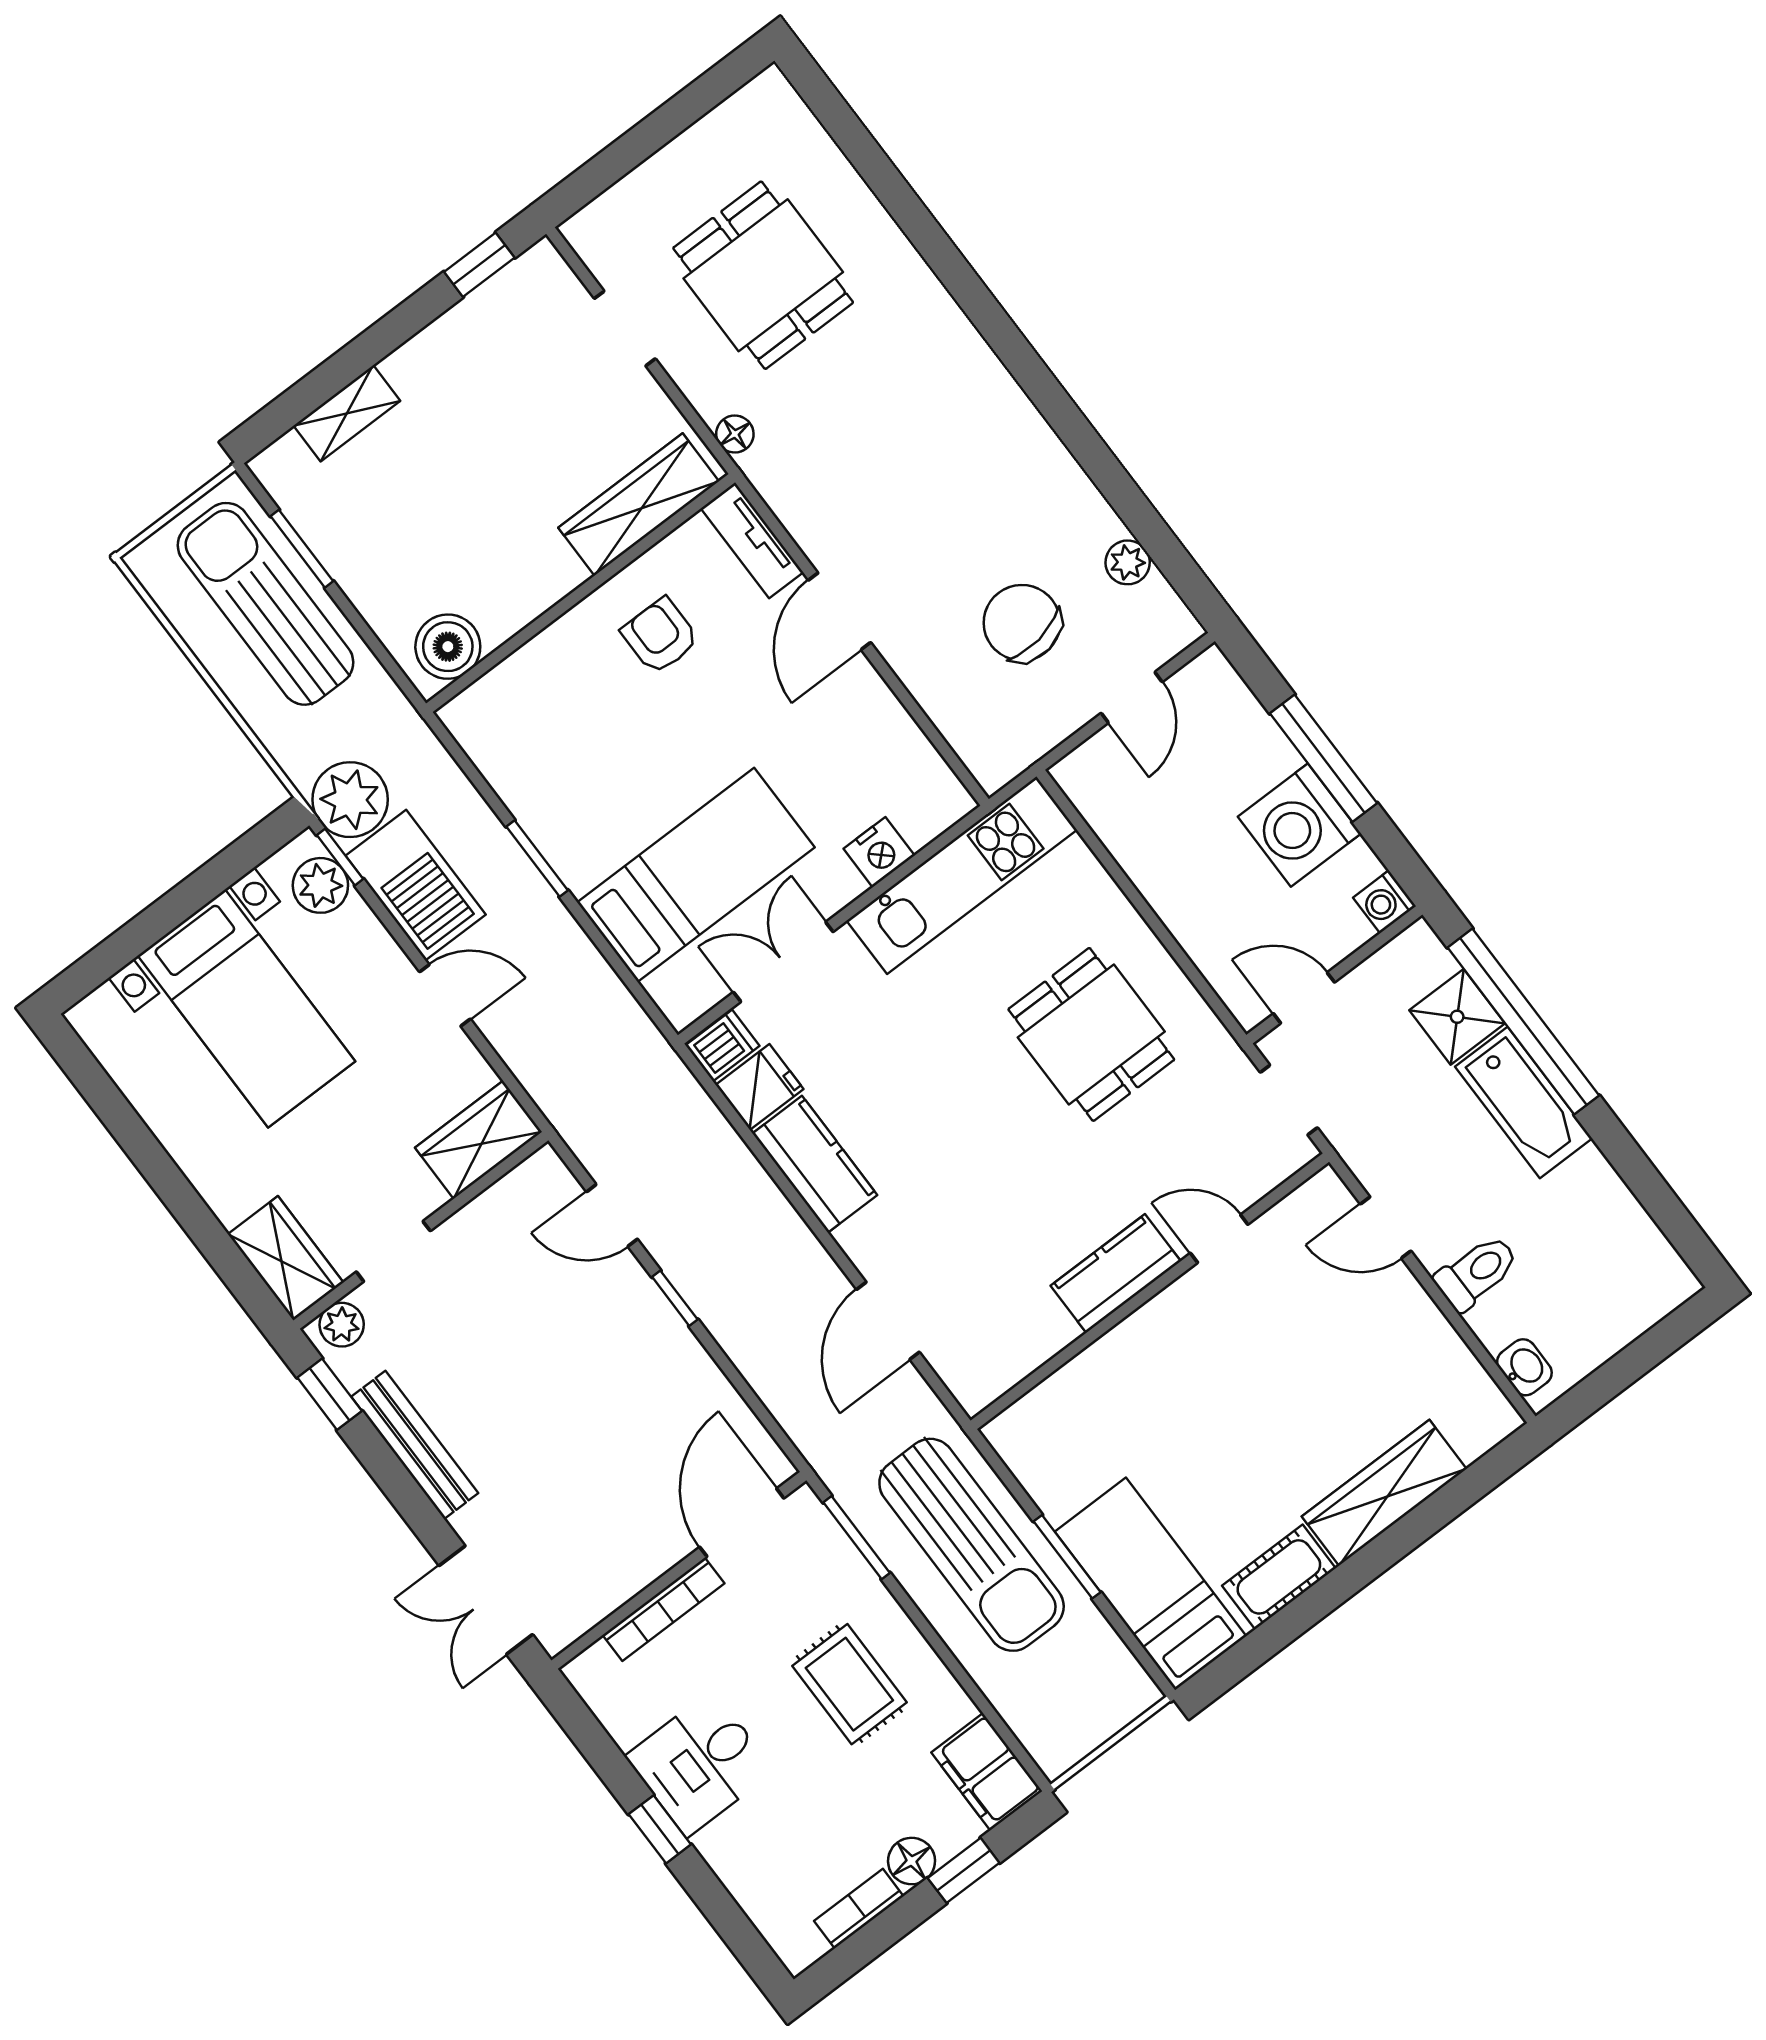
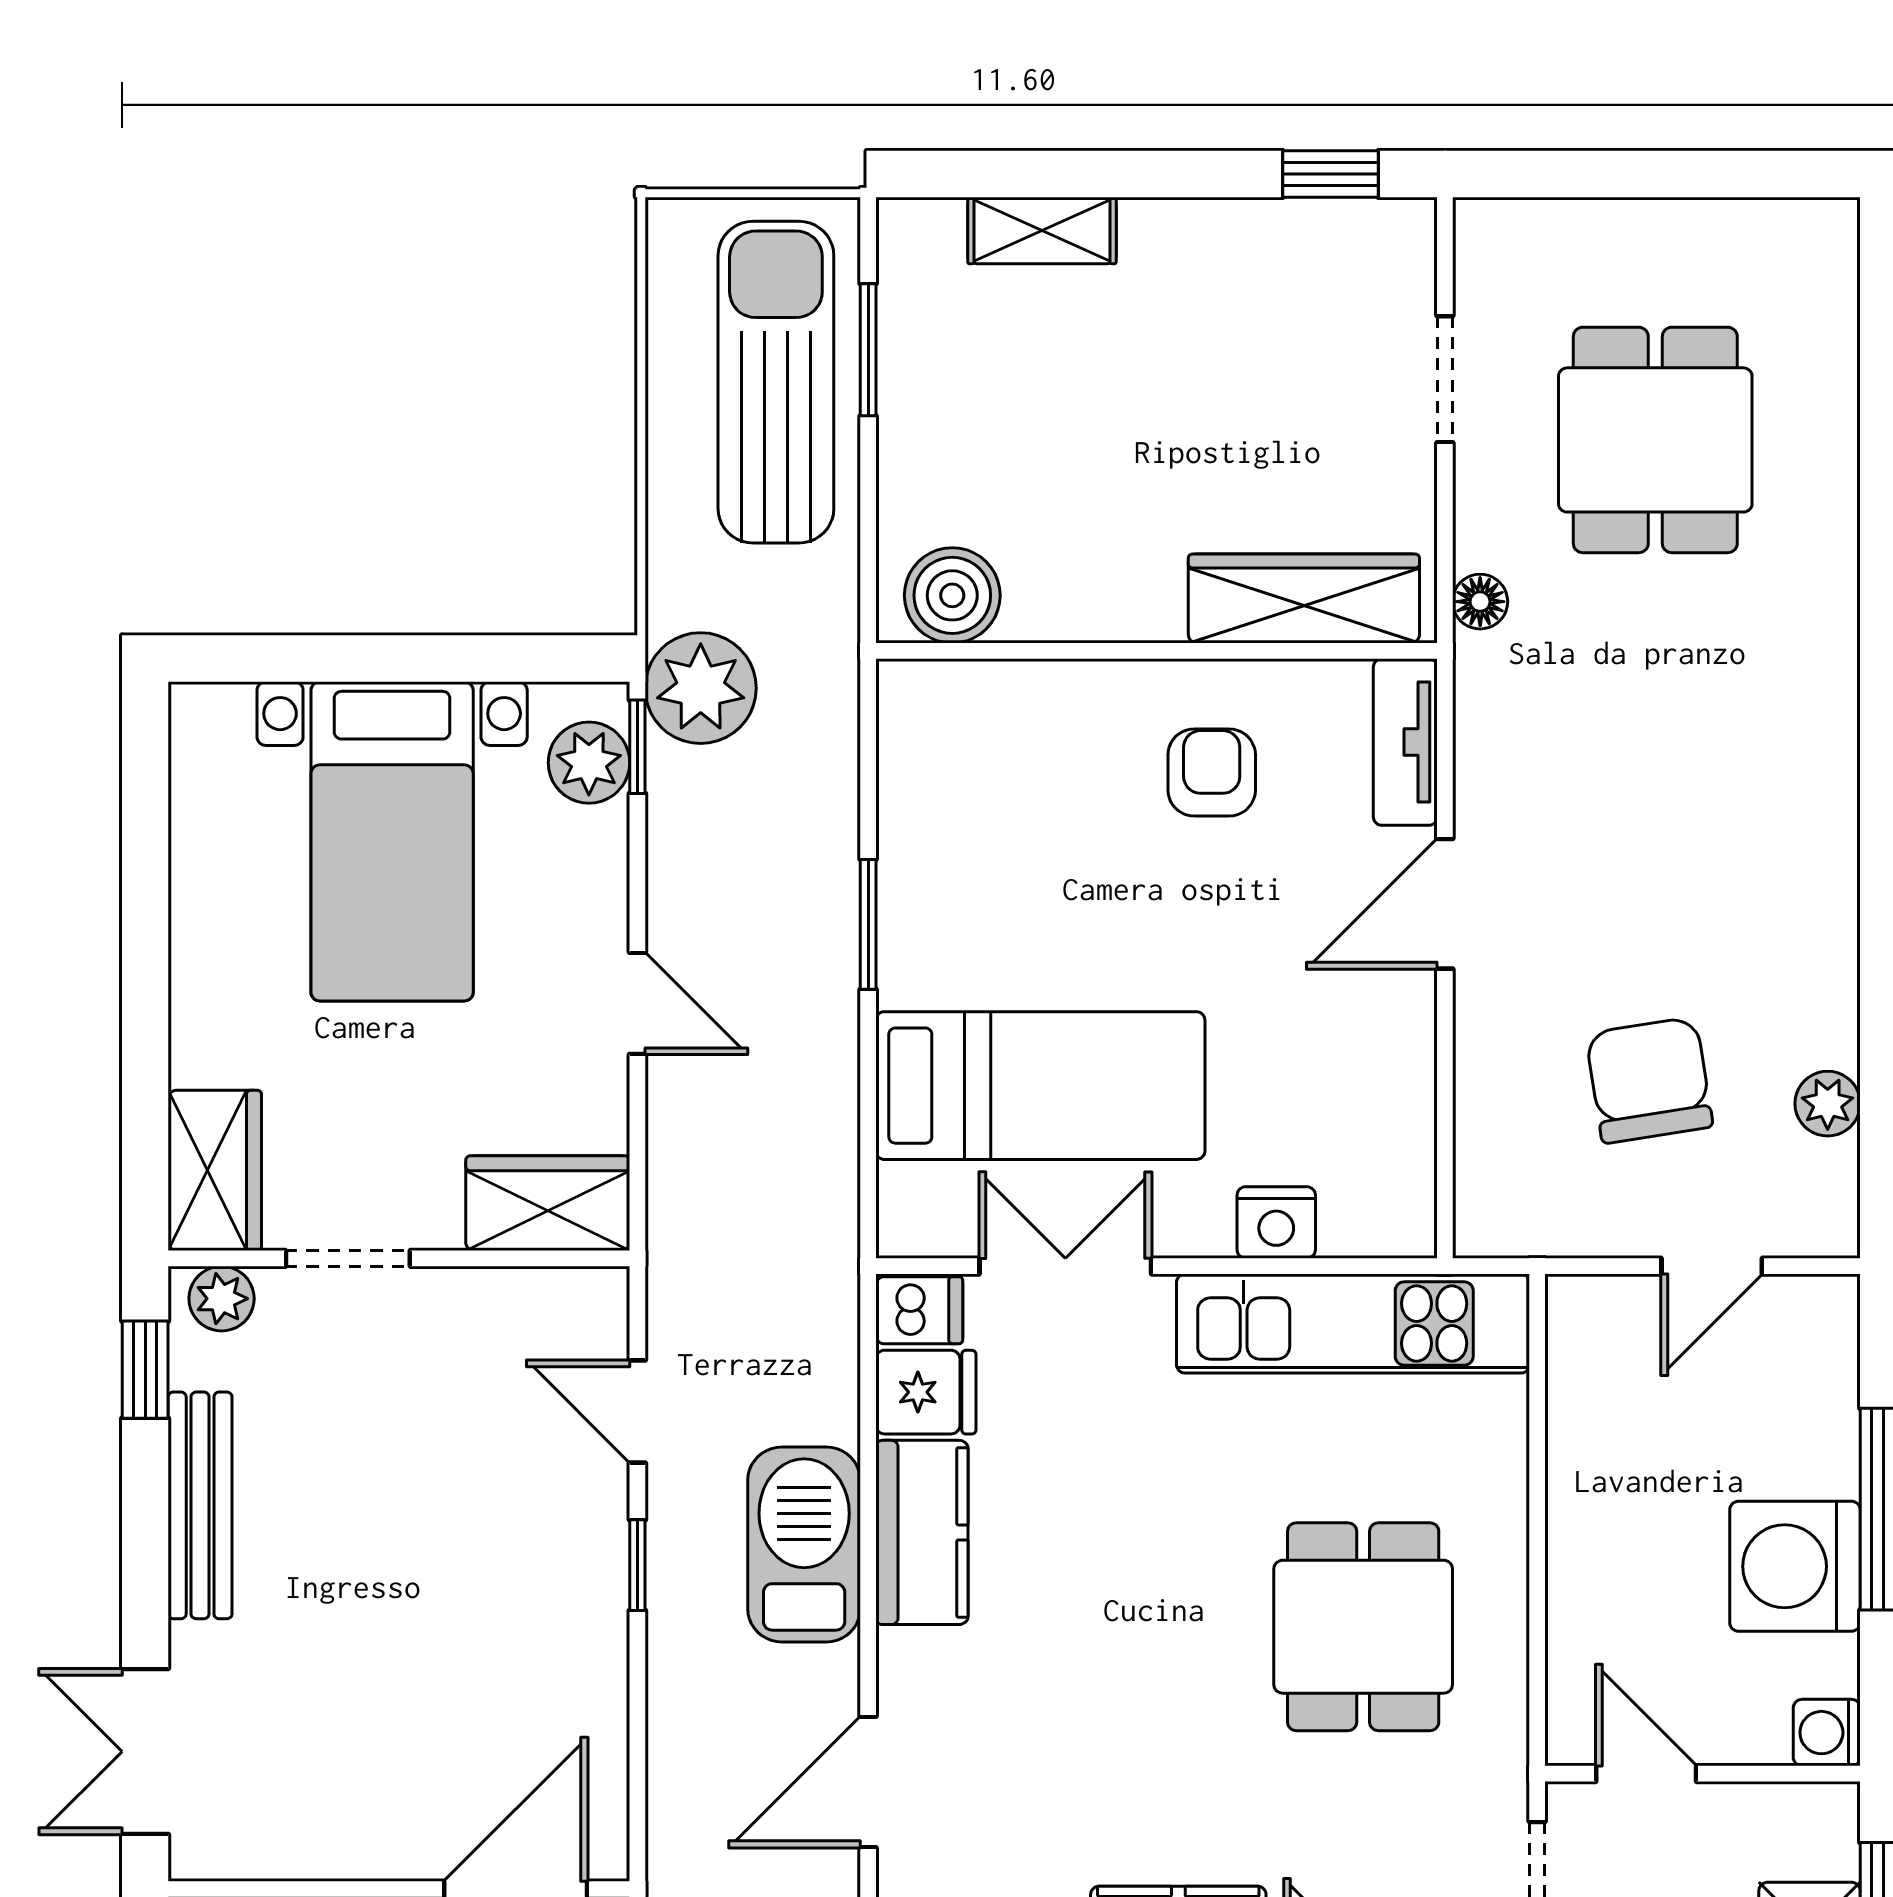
barbecue: (416, 885) -> (804, 1545), moved, turned 180

